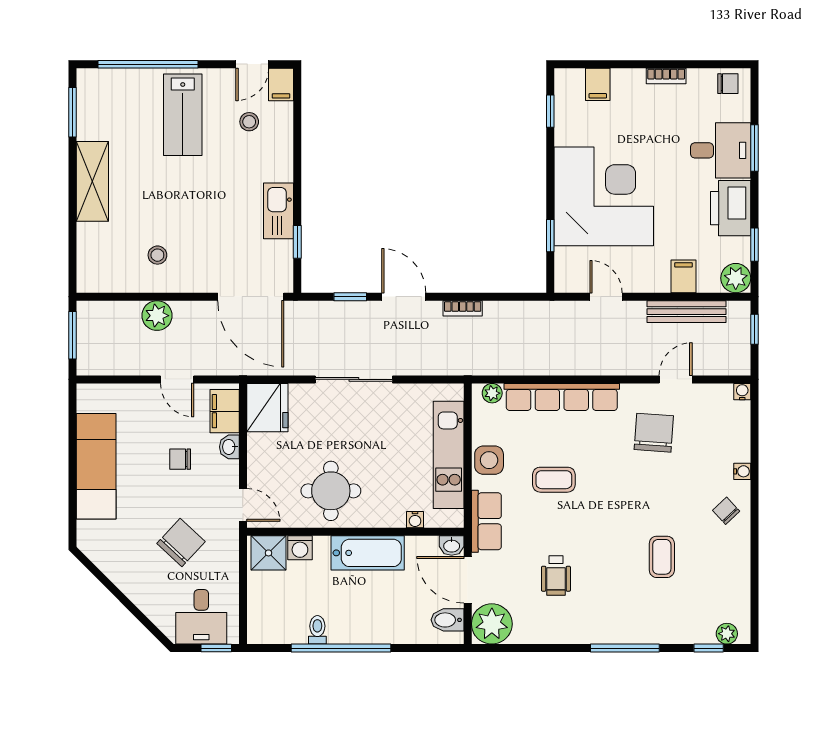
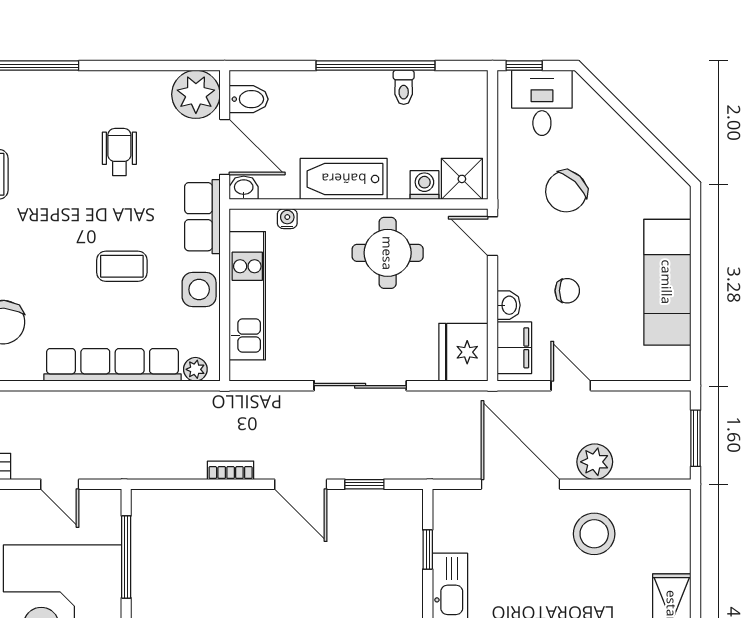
window: (550, 236) -> (126, 557), width x2.17
stool: (157, 255) -> (594, 534), width x1.89, depth x1.89
door: (251, 297) -> (521, 484), moved

